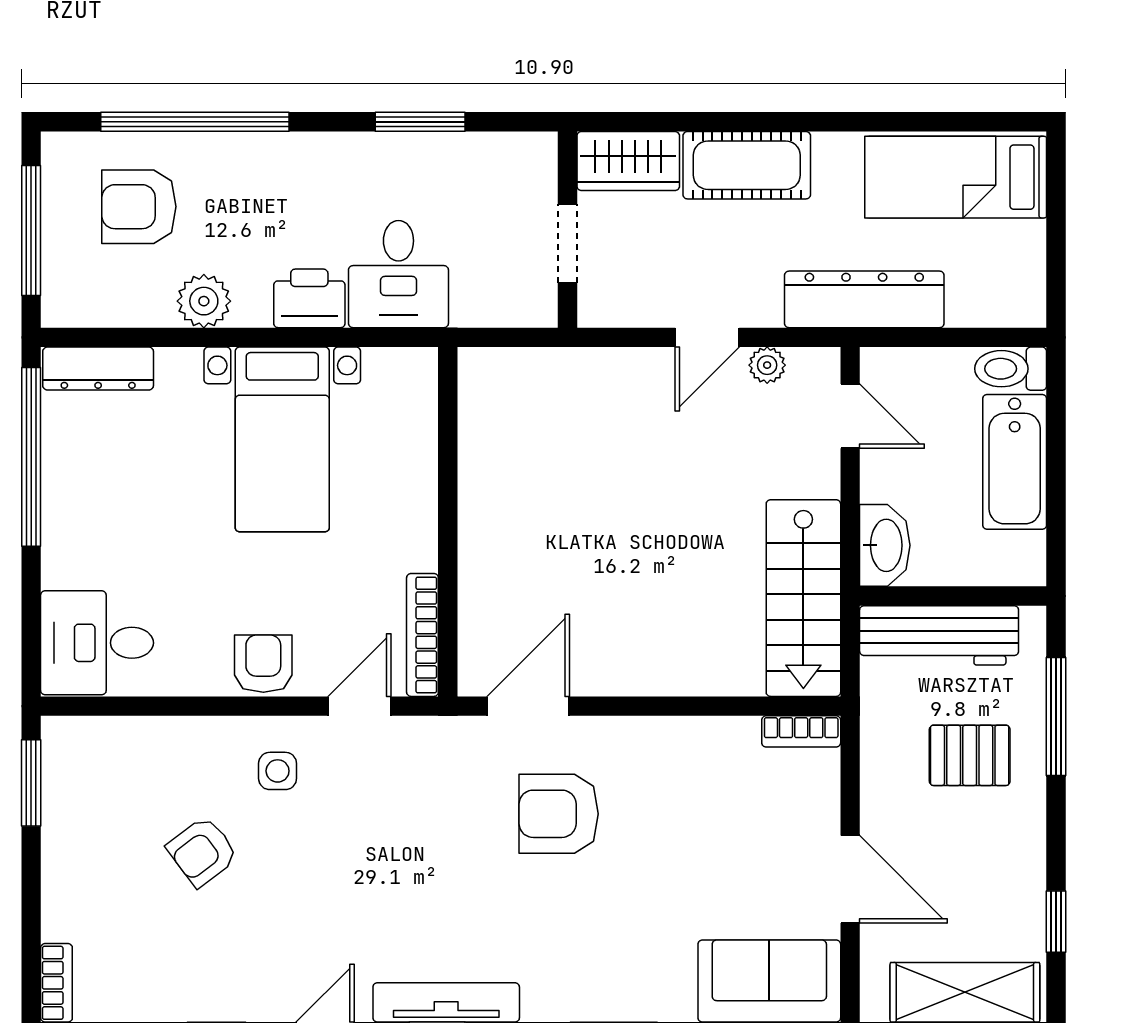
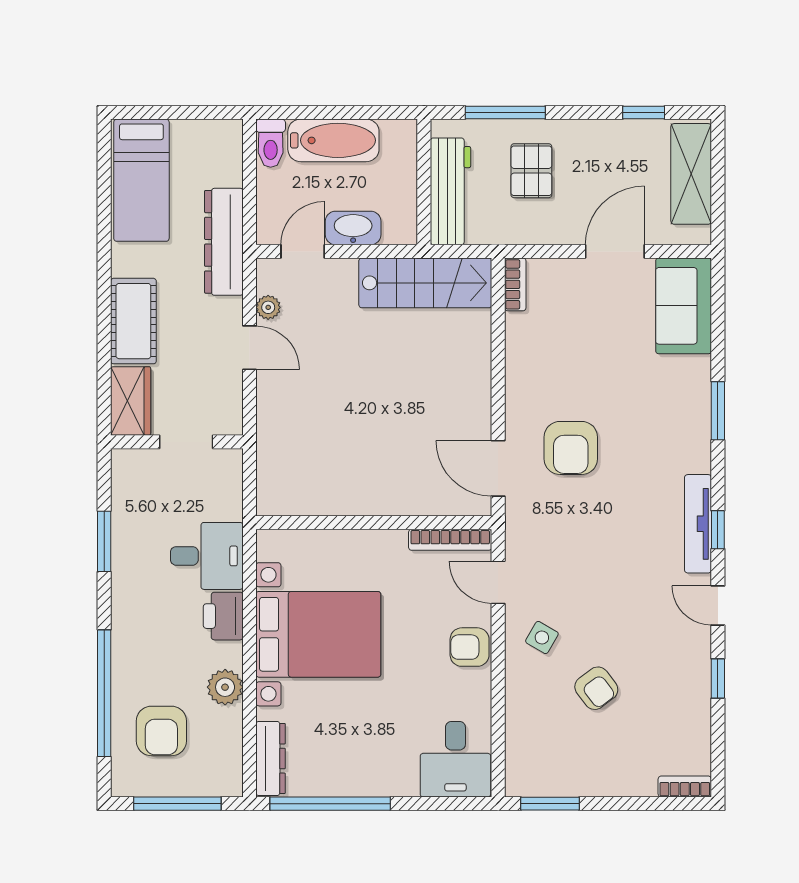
bed with nightstands: (282, 439) -> (318, 634), width x1.36
washbasin: (885, 545) -> (353, 228), moved
side table: (278, 771) -> (542, 637), turned 30

